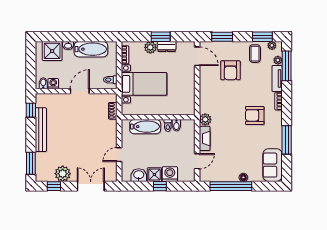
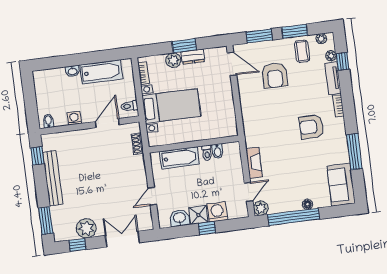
window: (262, 37) -> (295, 31), moved
shower: (52, 51) -> (54, 80), removed
window: (287, 66) -> (343, 61), width x0.46
washing machine: (53, 84) -> (74, 118), moved
door: (80, 91) -> (107, 123), moved
plant: (205, 119) -> (261, 208), moved

